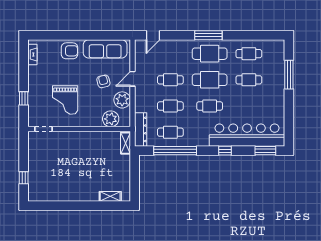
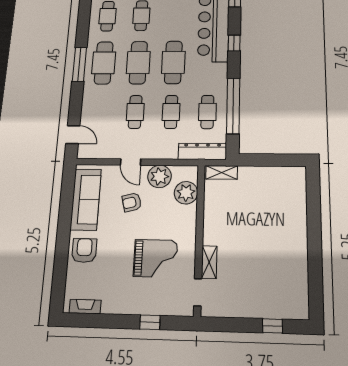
cafe table: (210, 106) -> (173, 62), width x1.37, depth x1.35
shelving: (110, 196) -> (209, 262), moved

